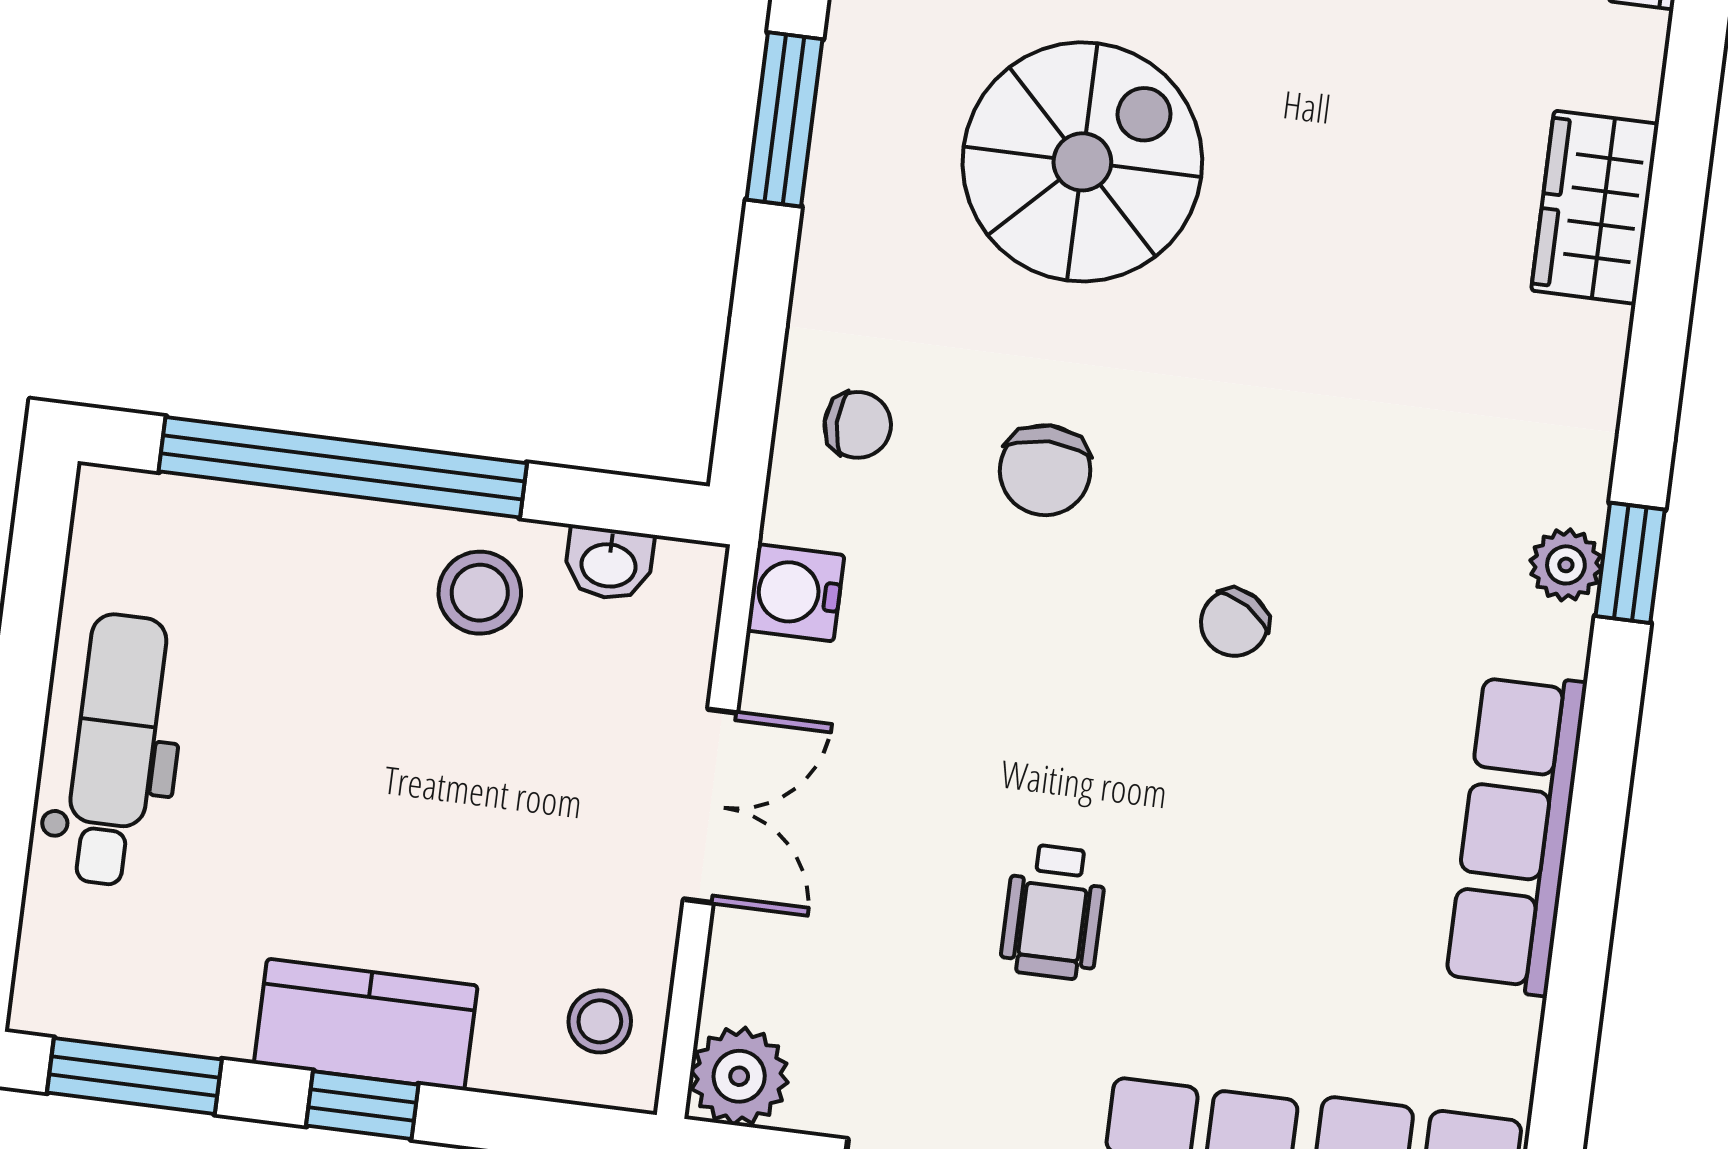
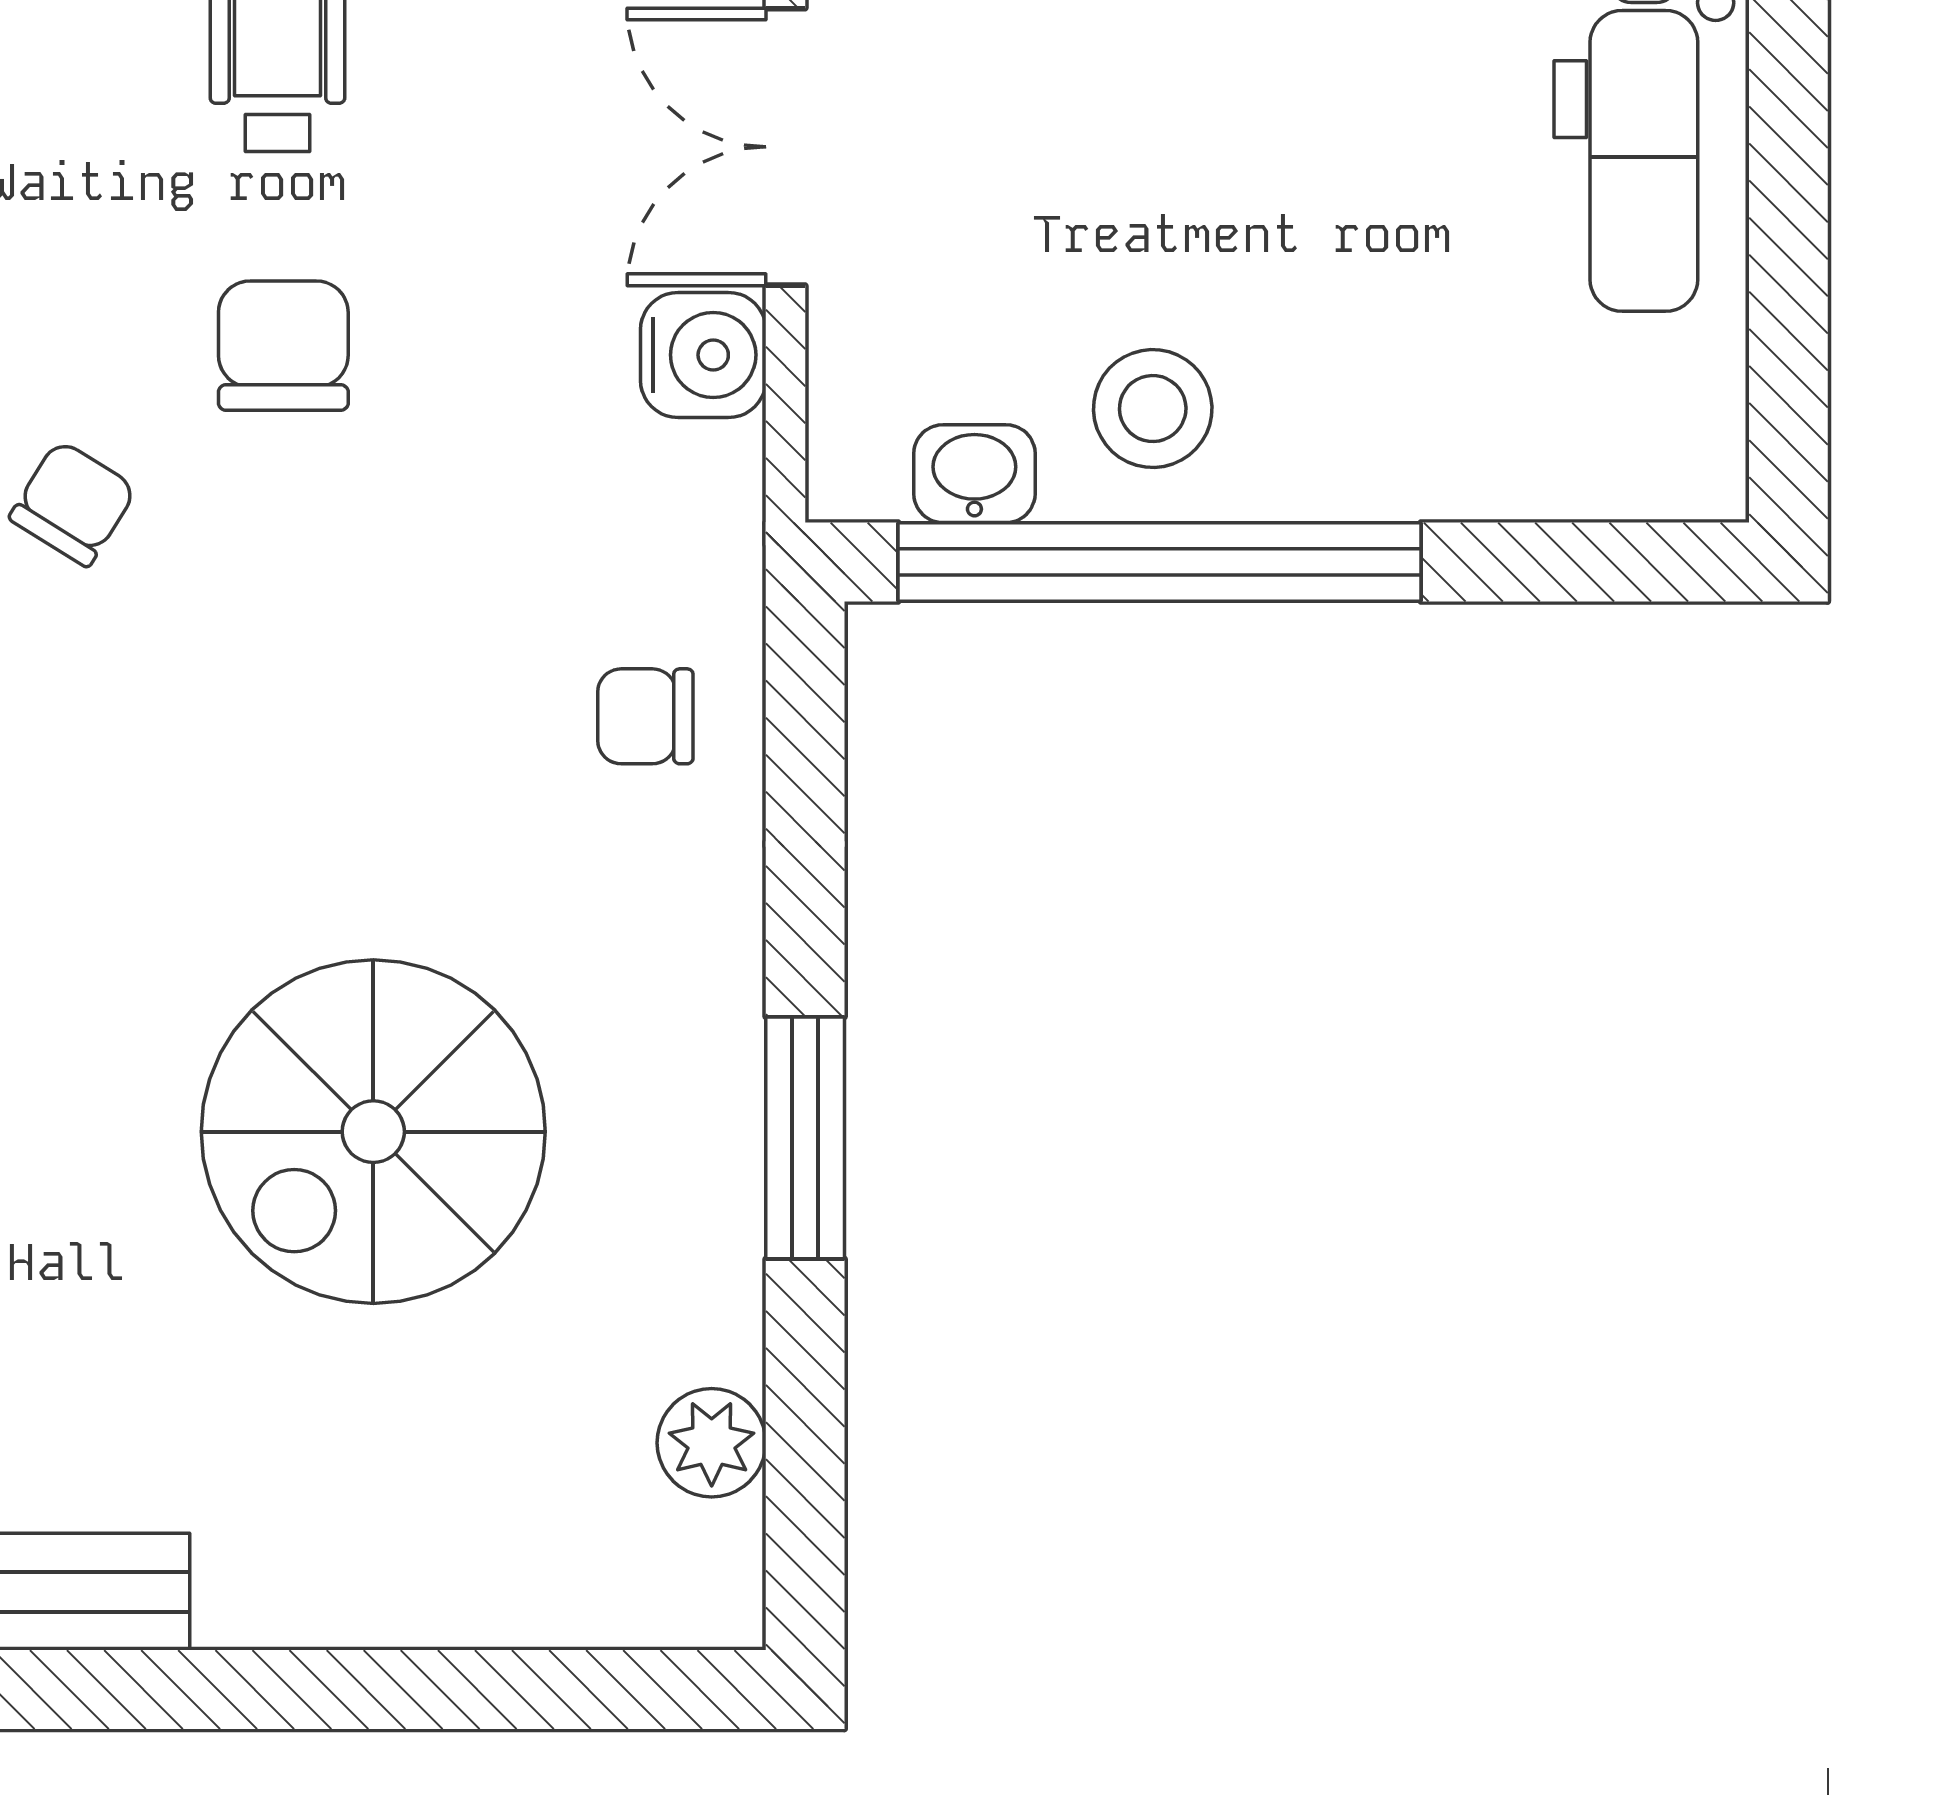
window: (343, 467) -> (1160, 562), moved
chair: (1045, 470) -> (283, 346), moved
water cooler: (796, 593) -> (703, 355), moved

